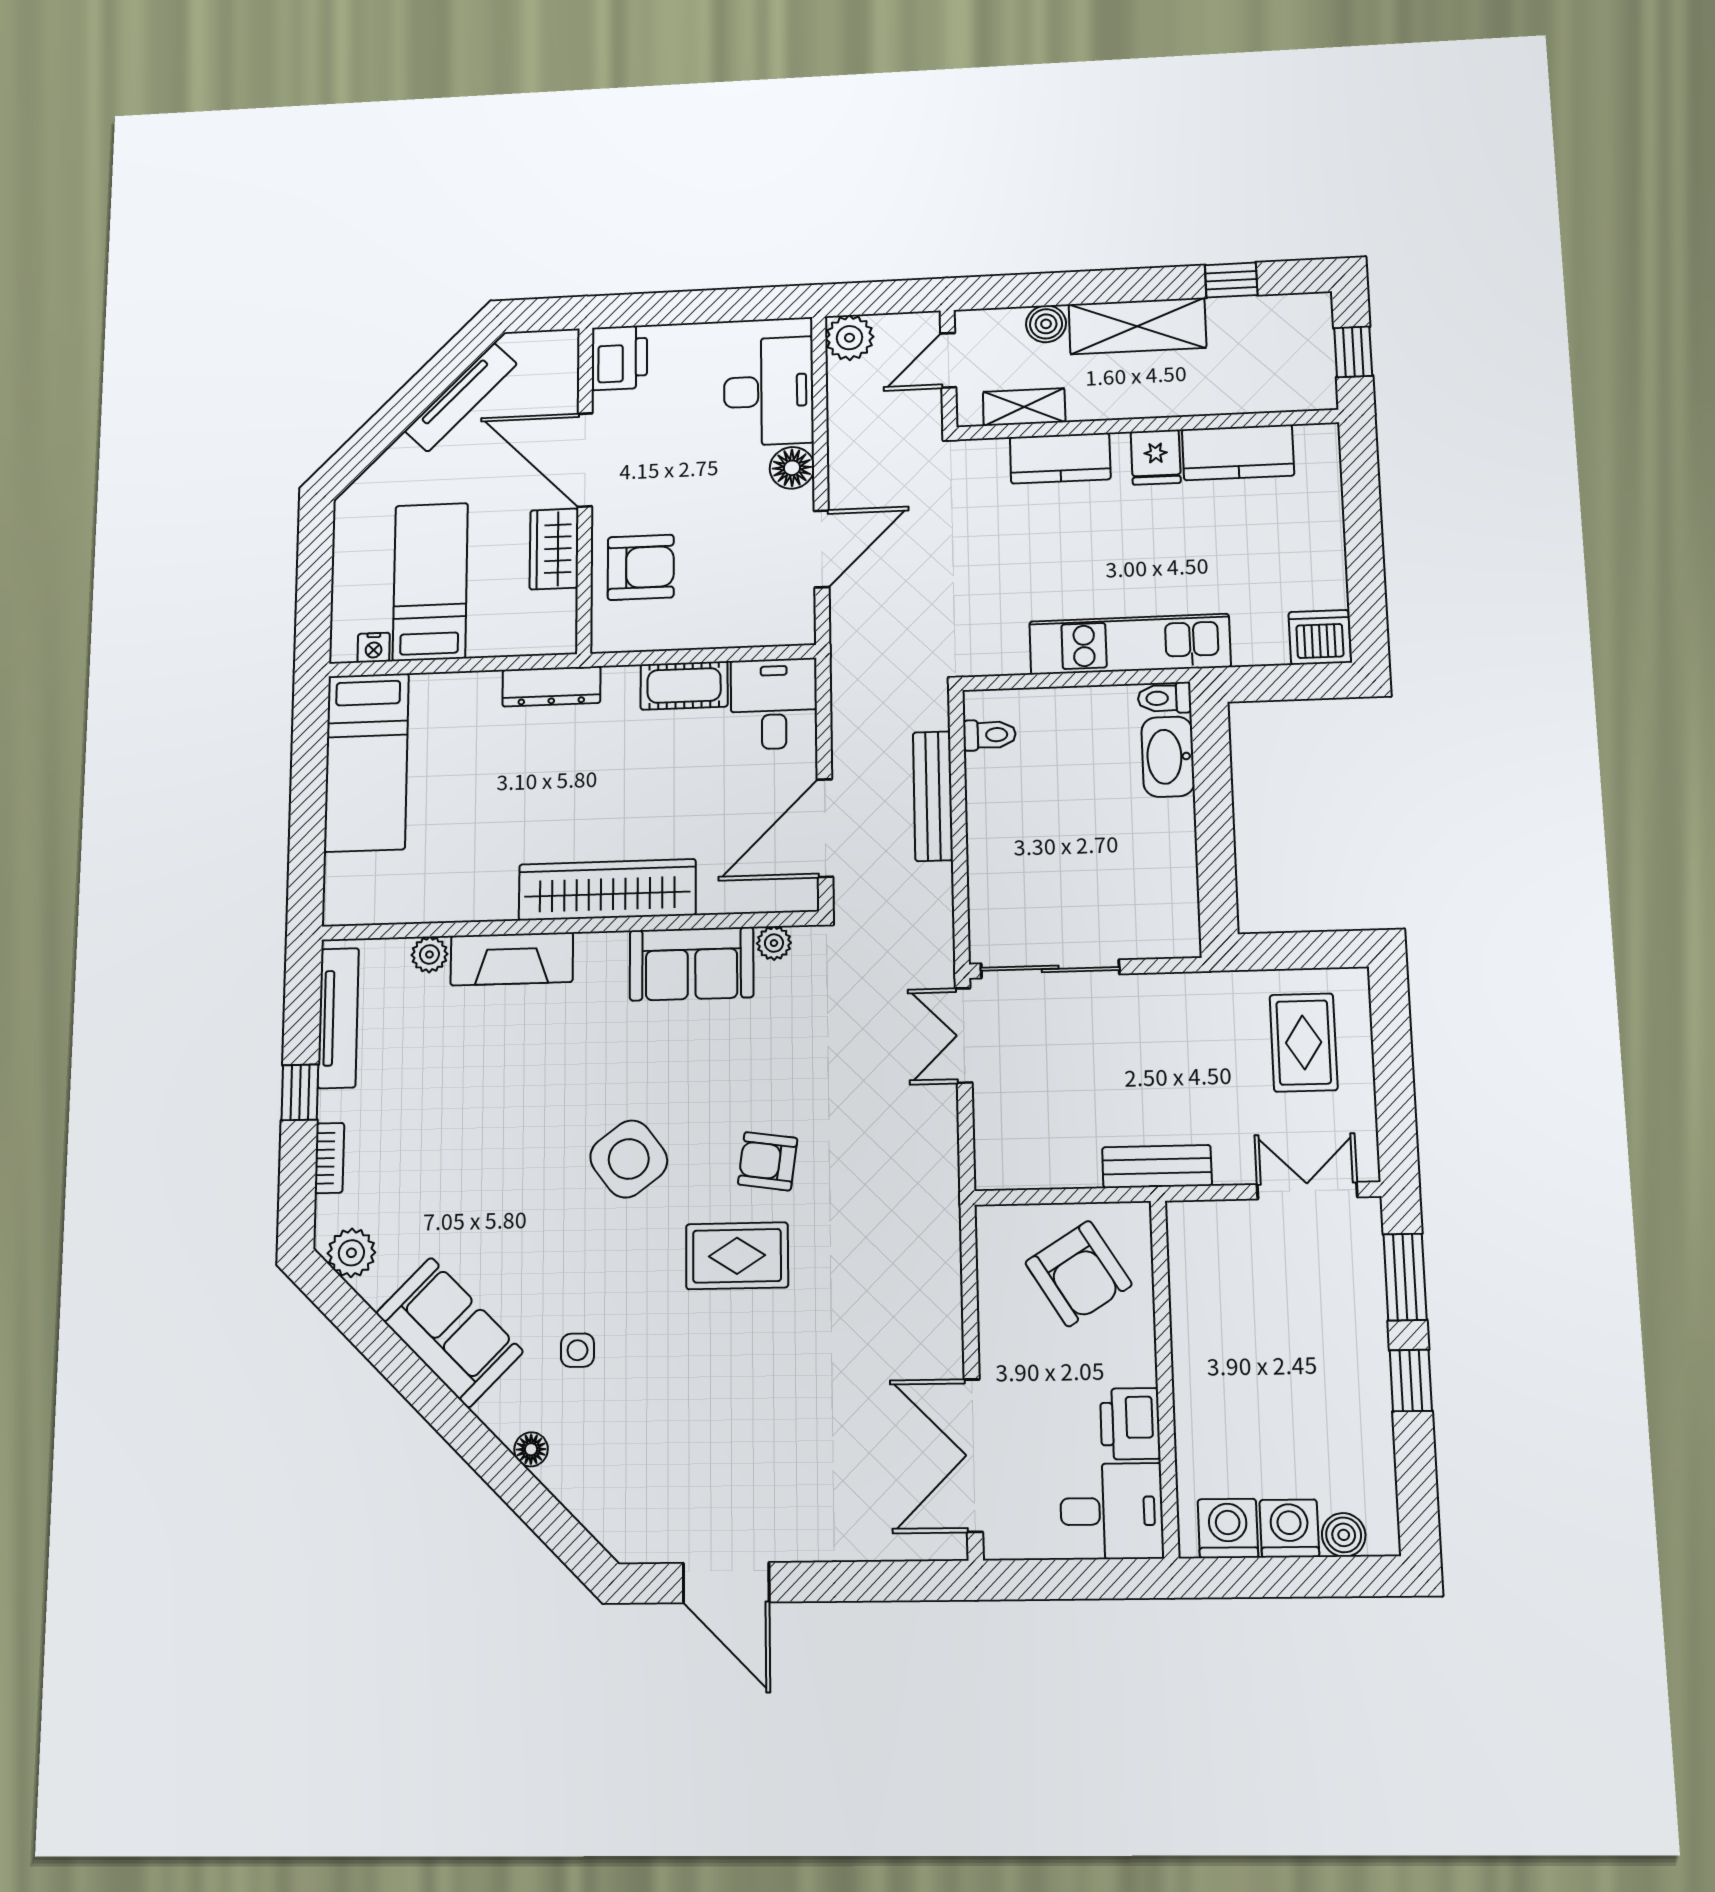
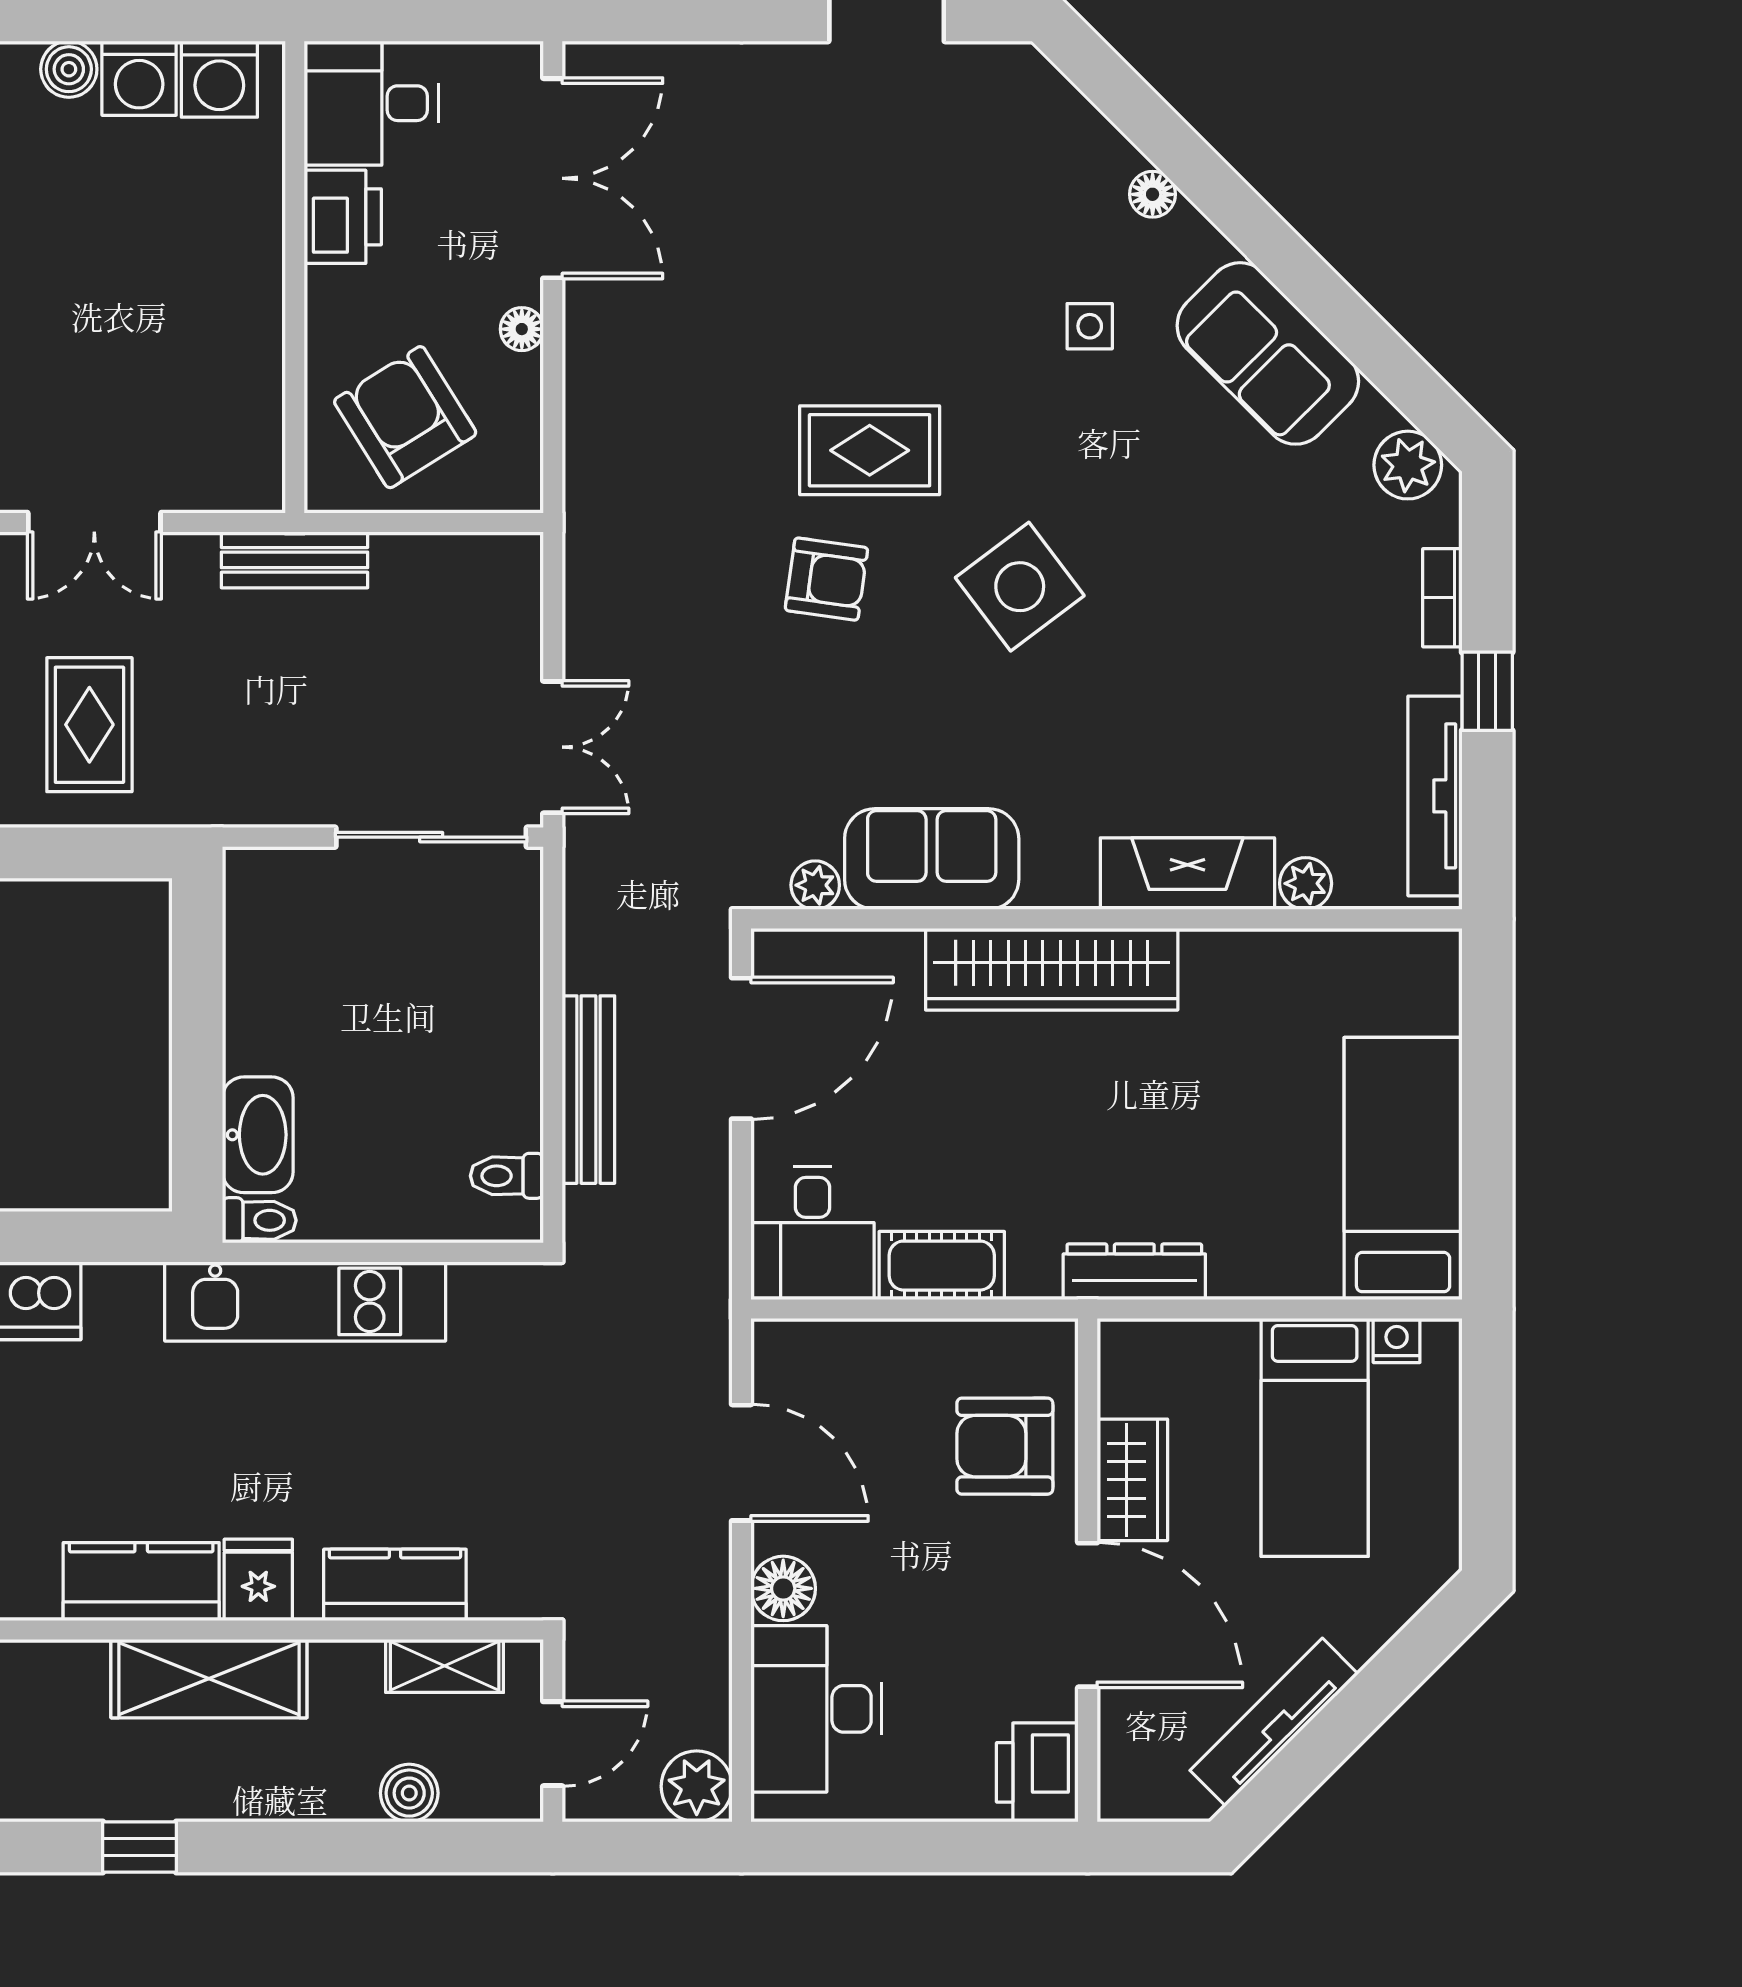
shelving: (1137, 326) -> (209, 1679), moved
door: (822, 549) -> (742, 1463), swing flipped
floor lamp: (994, 1341) -> (522, 329), added

